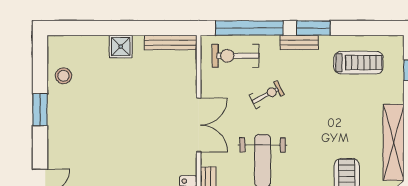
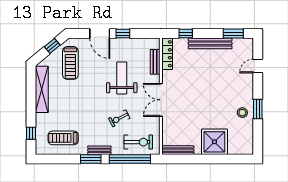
shower: (121, 47) -> (214, 142), width x1.86, depth x1.86
stool: (63, 76) -> (242, 113), moved

